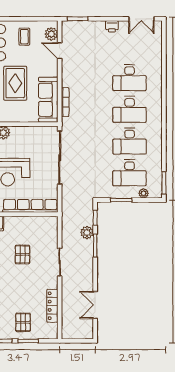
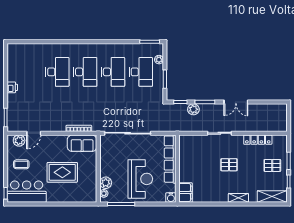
double door: (141, 19) -> (6, 61), removed
sofa: (48, 100) -> (82, 143), width x0.73
pallet: (22, 254) -> (229, 165), moved
double door: (95, 305) -> (236, 102), moved

